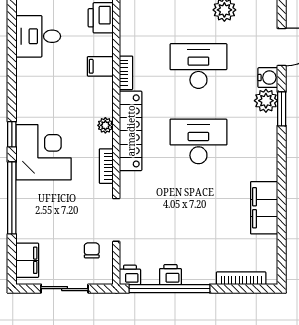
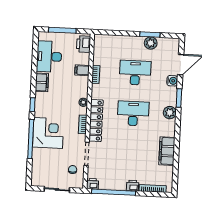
desk: (38, 36) -> (49, 57), width x1.37
plant: (266, 101) -> (170, 113), moved
locker: (131, 131) -> (96, 121), moved
corner desk: (43, 152) -> (48, 133), moved
filing cabinet: (27, 260) -> (42, 82), moved
printer: (170, 275) -> (133, 186), moved

